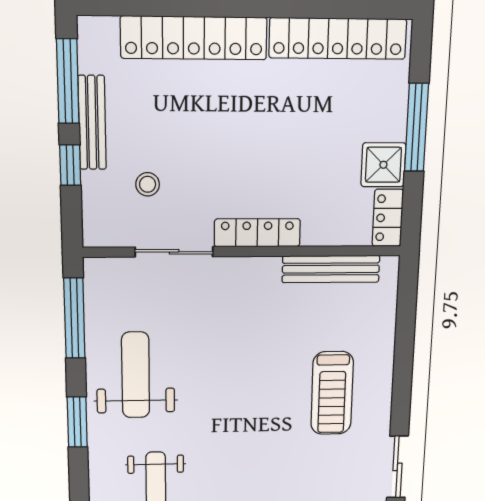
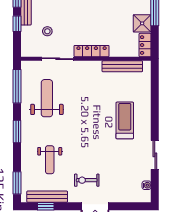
weight bench: (136, 375) -> (47, 98), moved
treadmill: (332, 393) -> (125, 120), turned 180

